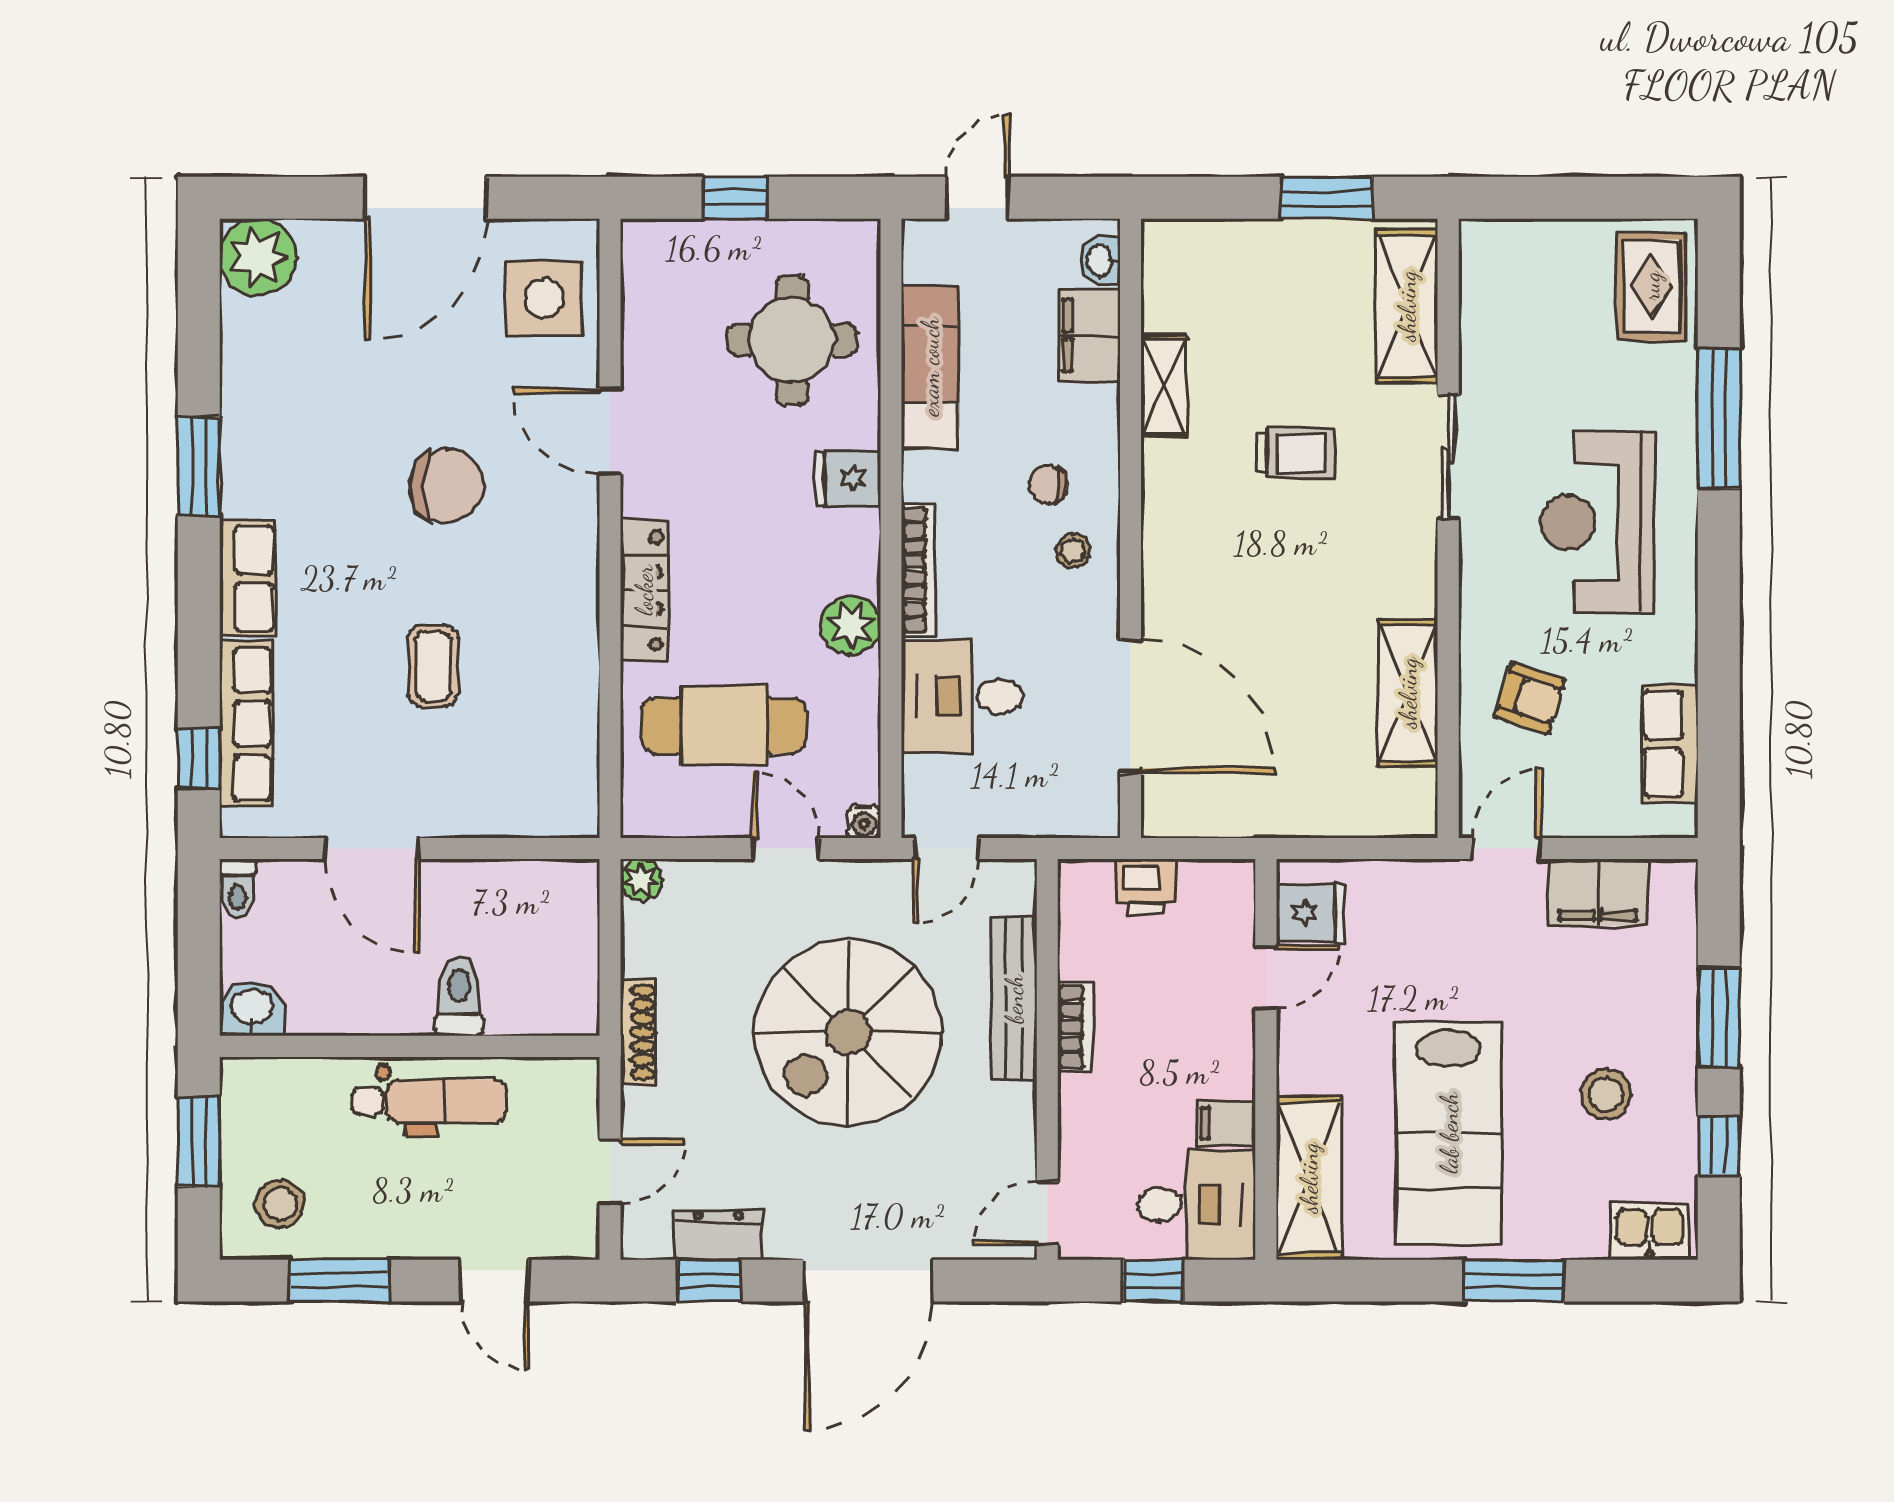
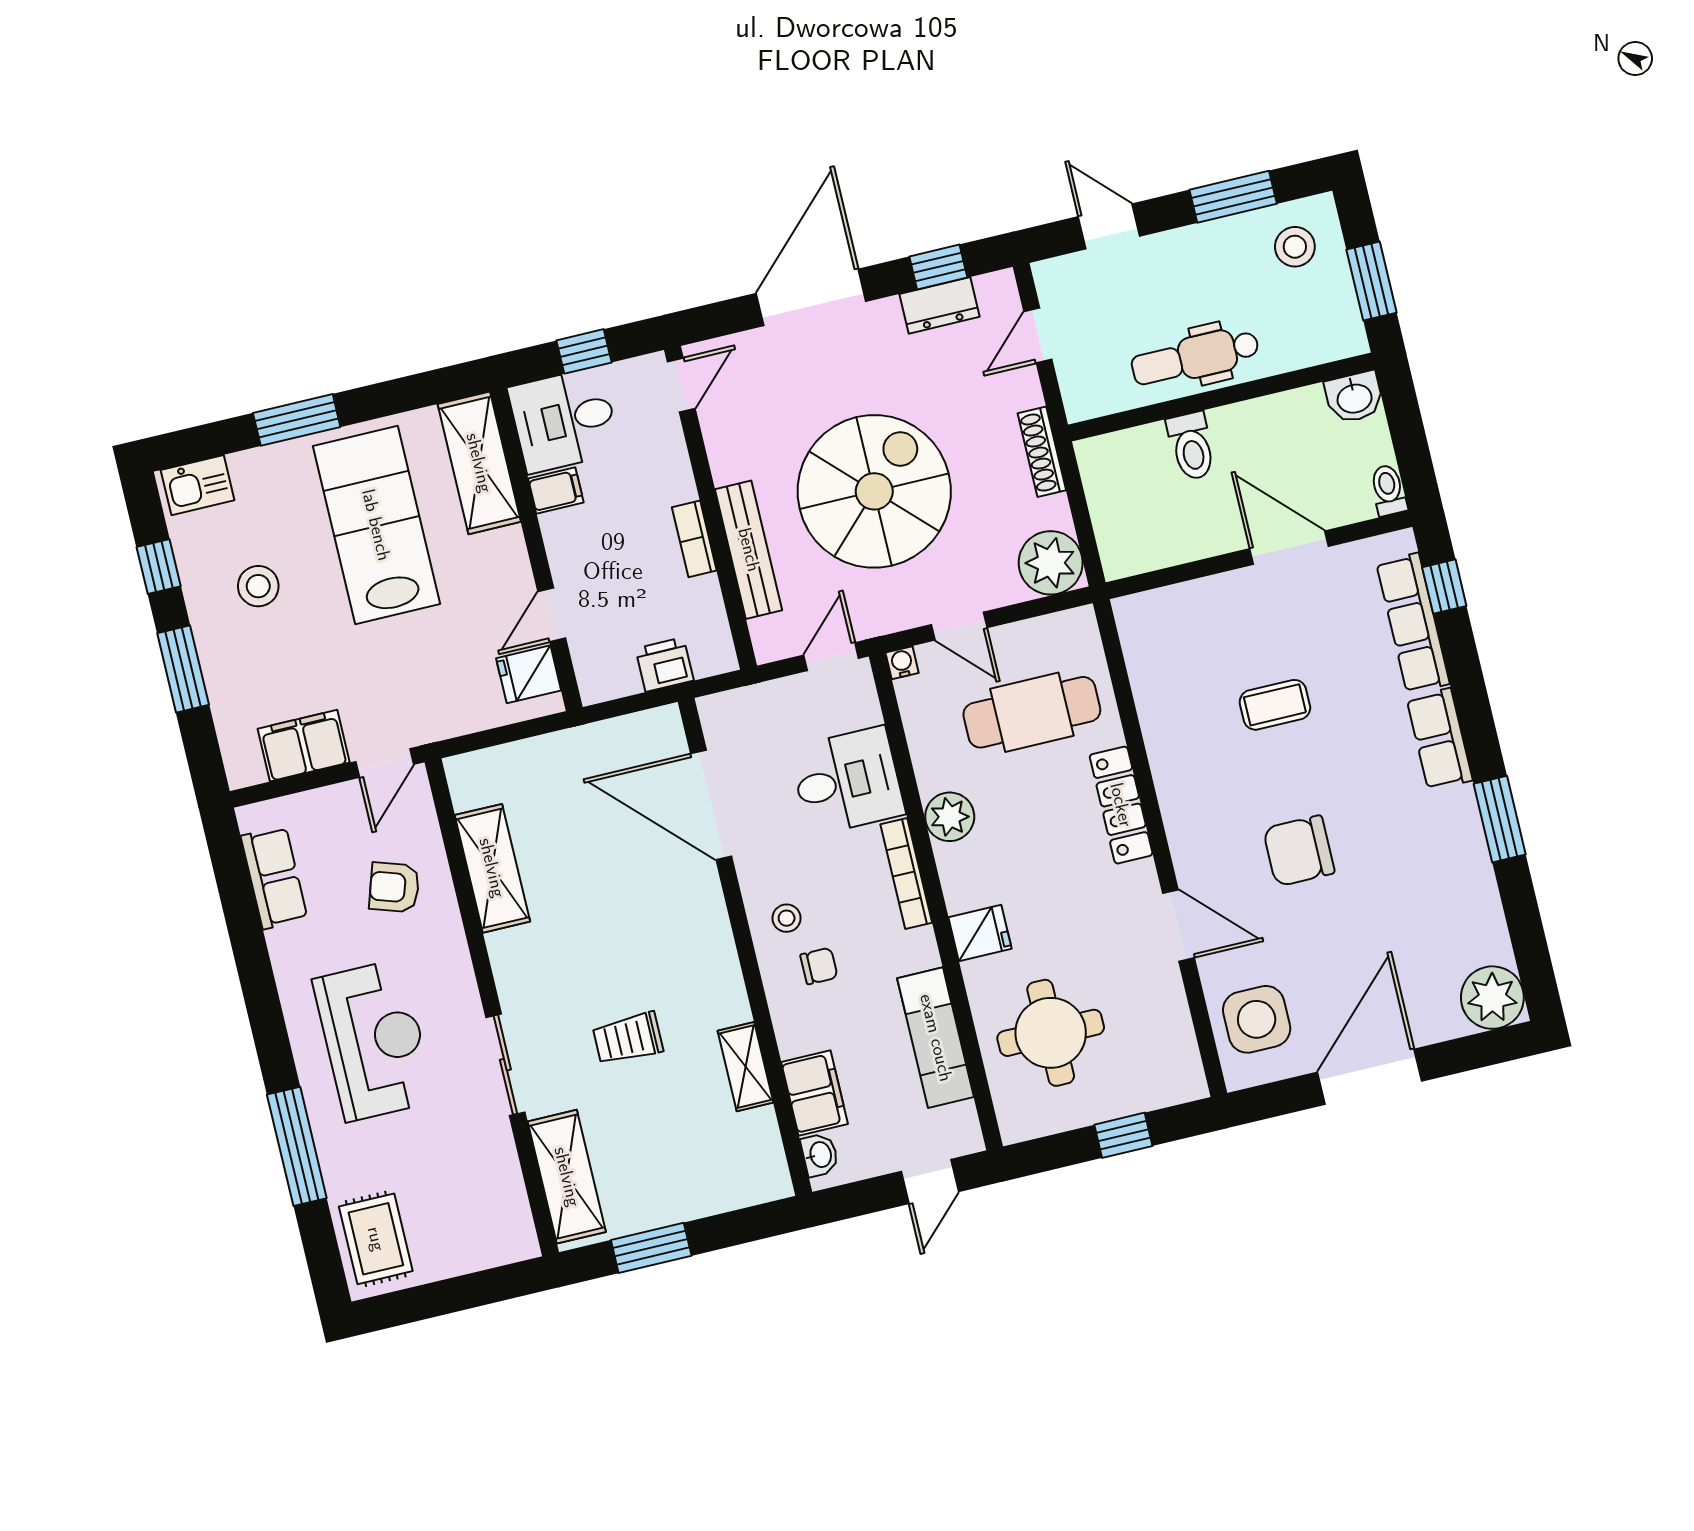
coffee table: (433, 666) -> (1275, 705), turned 90
plant: (641, 880) -> (1051, 563), width x1.88, depth x1.88

